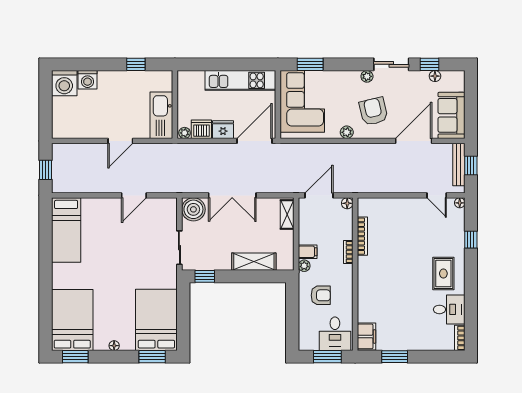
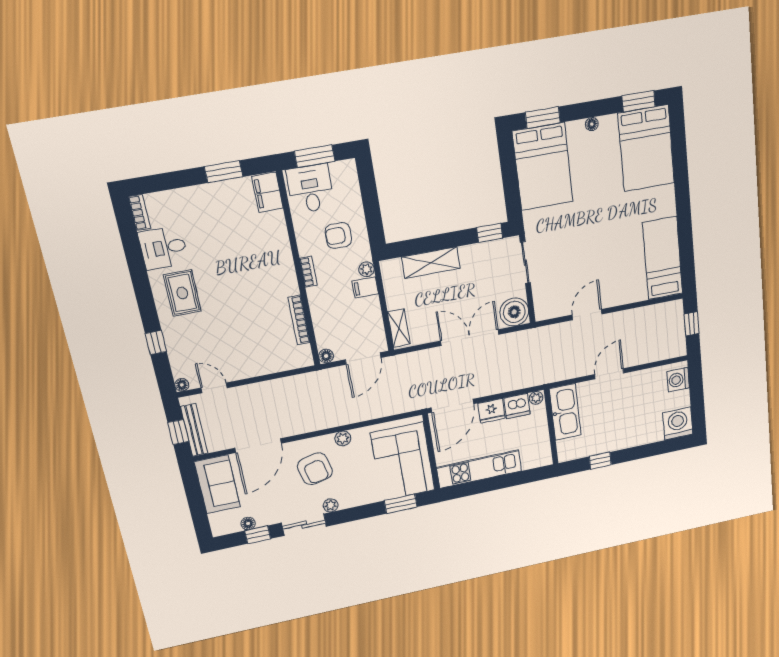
washing machine: (88, 80) -> (678, 380), moved, turned -90
bookcase: (348, 252) -> (308, 272), moved

